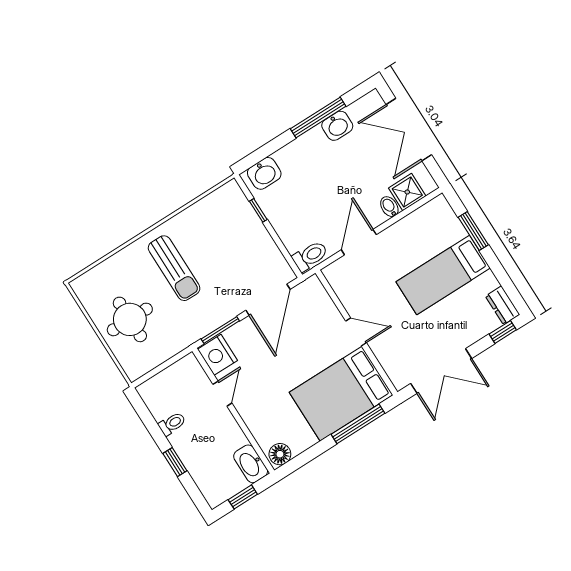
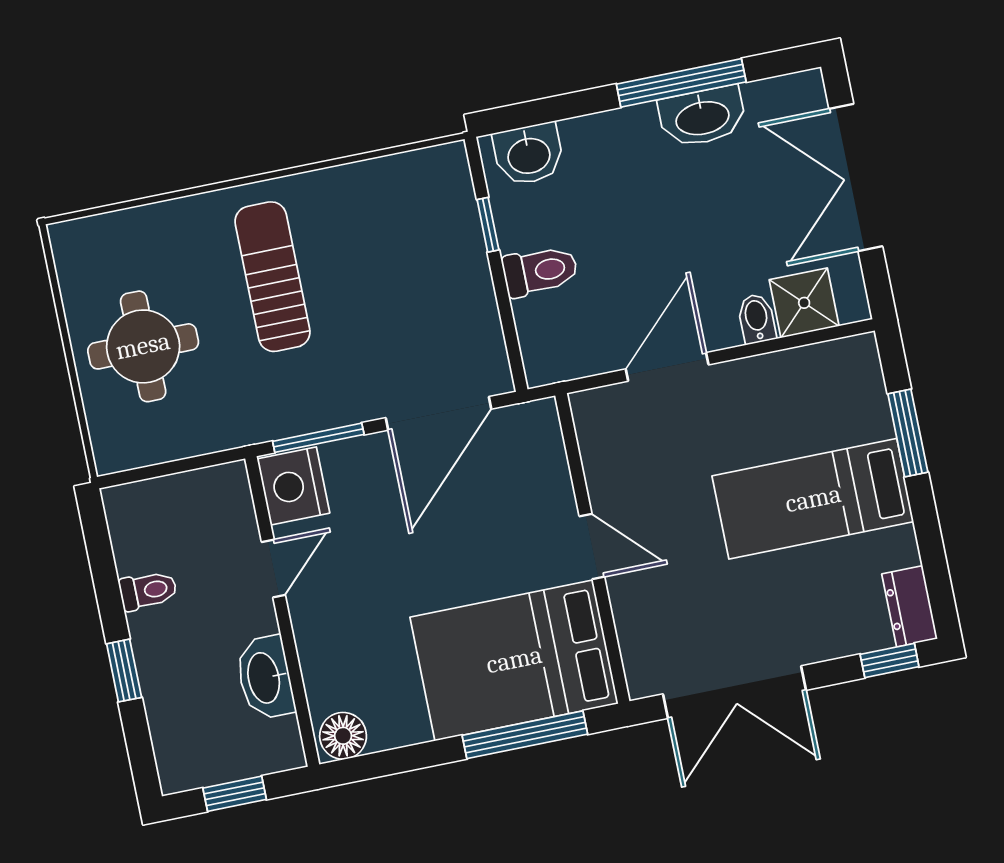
washbasin: (337, 126) -> (702, 117), width x1.38
toilet: (310, 256) -> (540, 271), moved
sun lounger: (174, 268) -> (272, 277), turned 180
washbasin: (251, 464) -> (265, 678), moved

